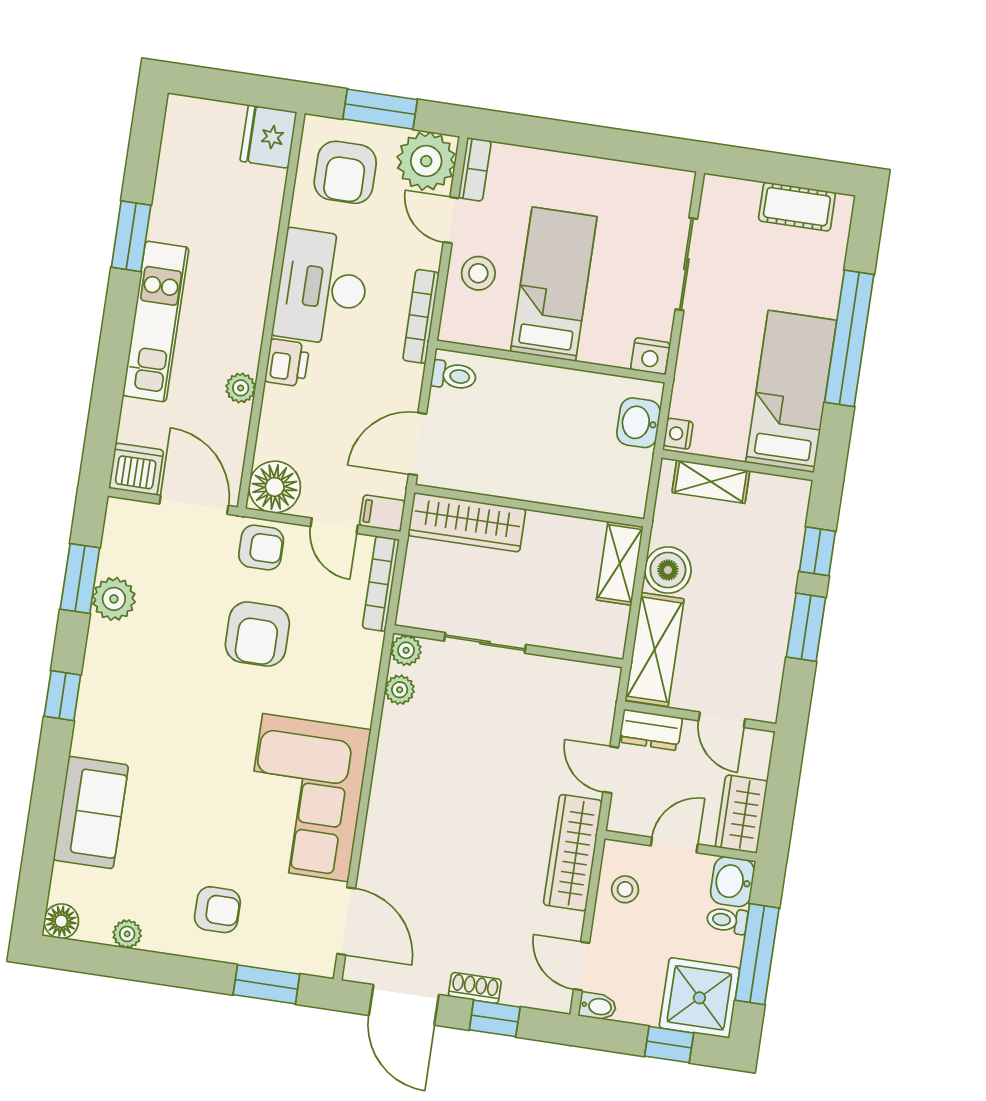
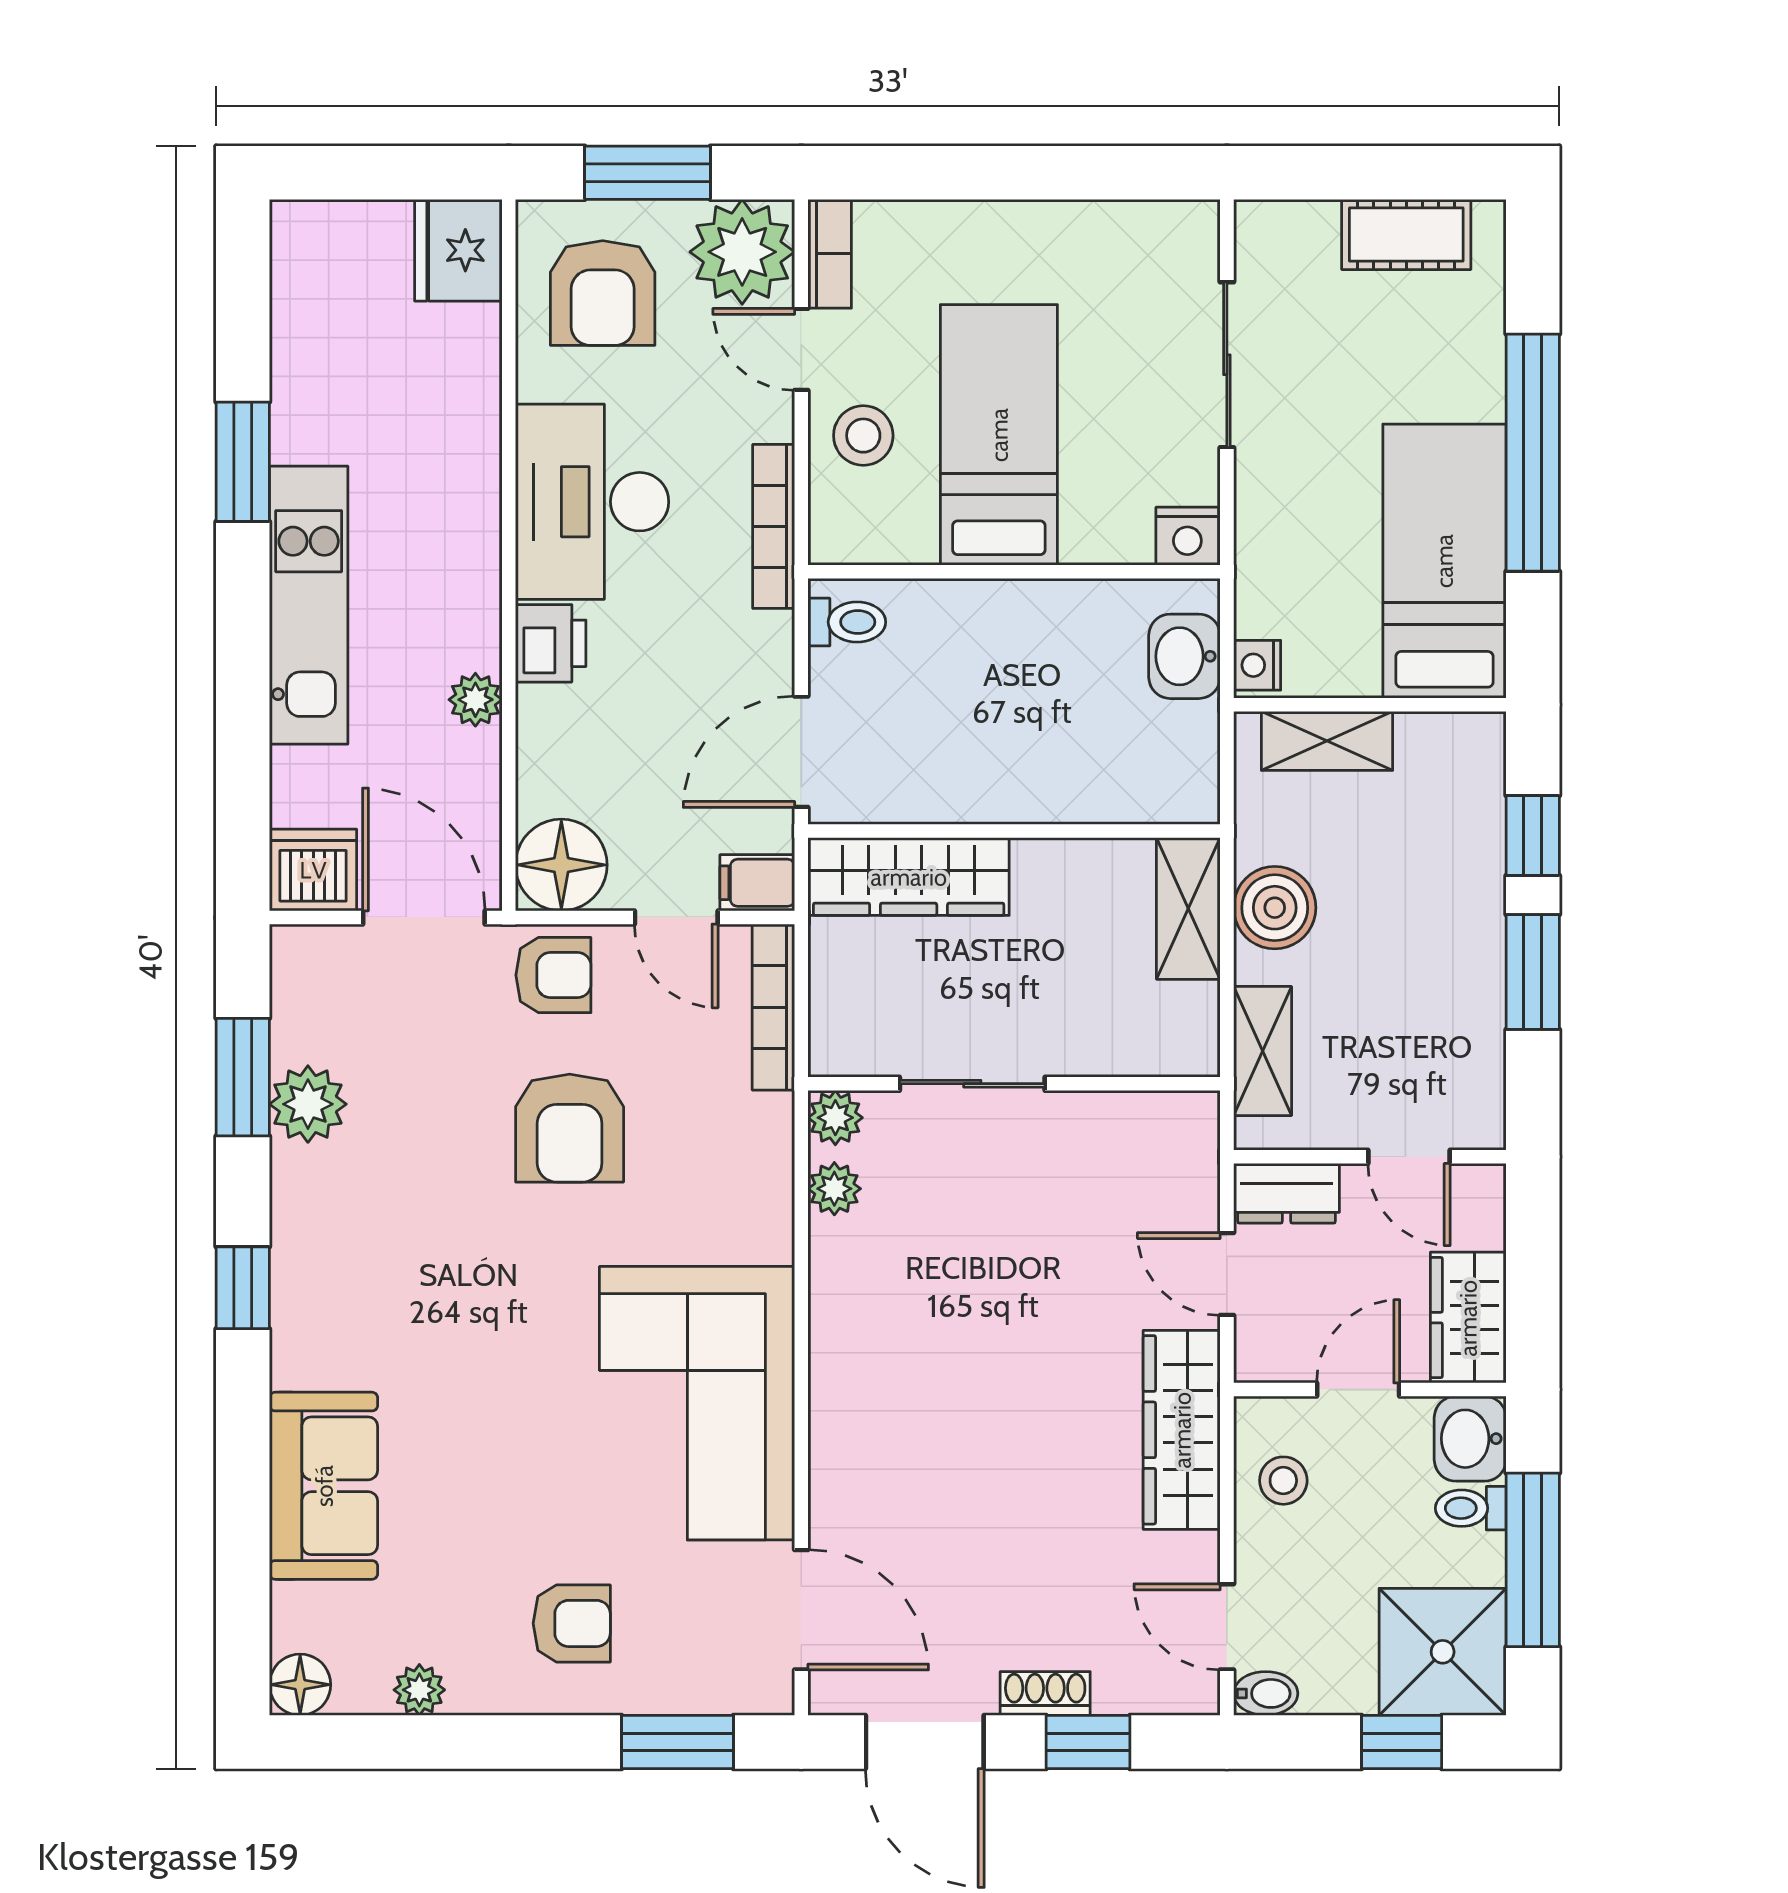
shelving: (655, 650) -> (1263, 1051), width x0.67, depth x0.75

